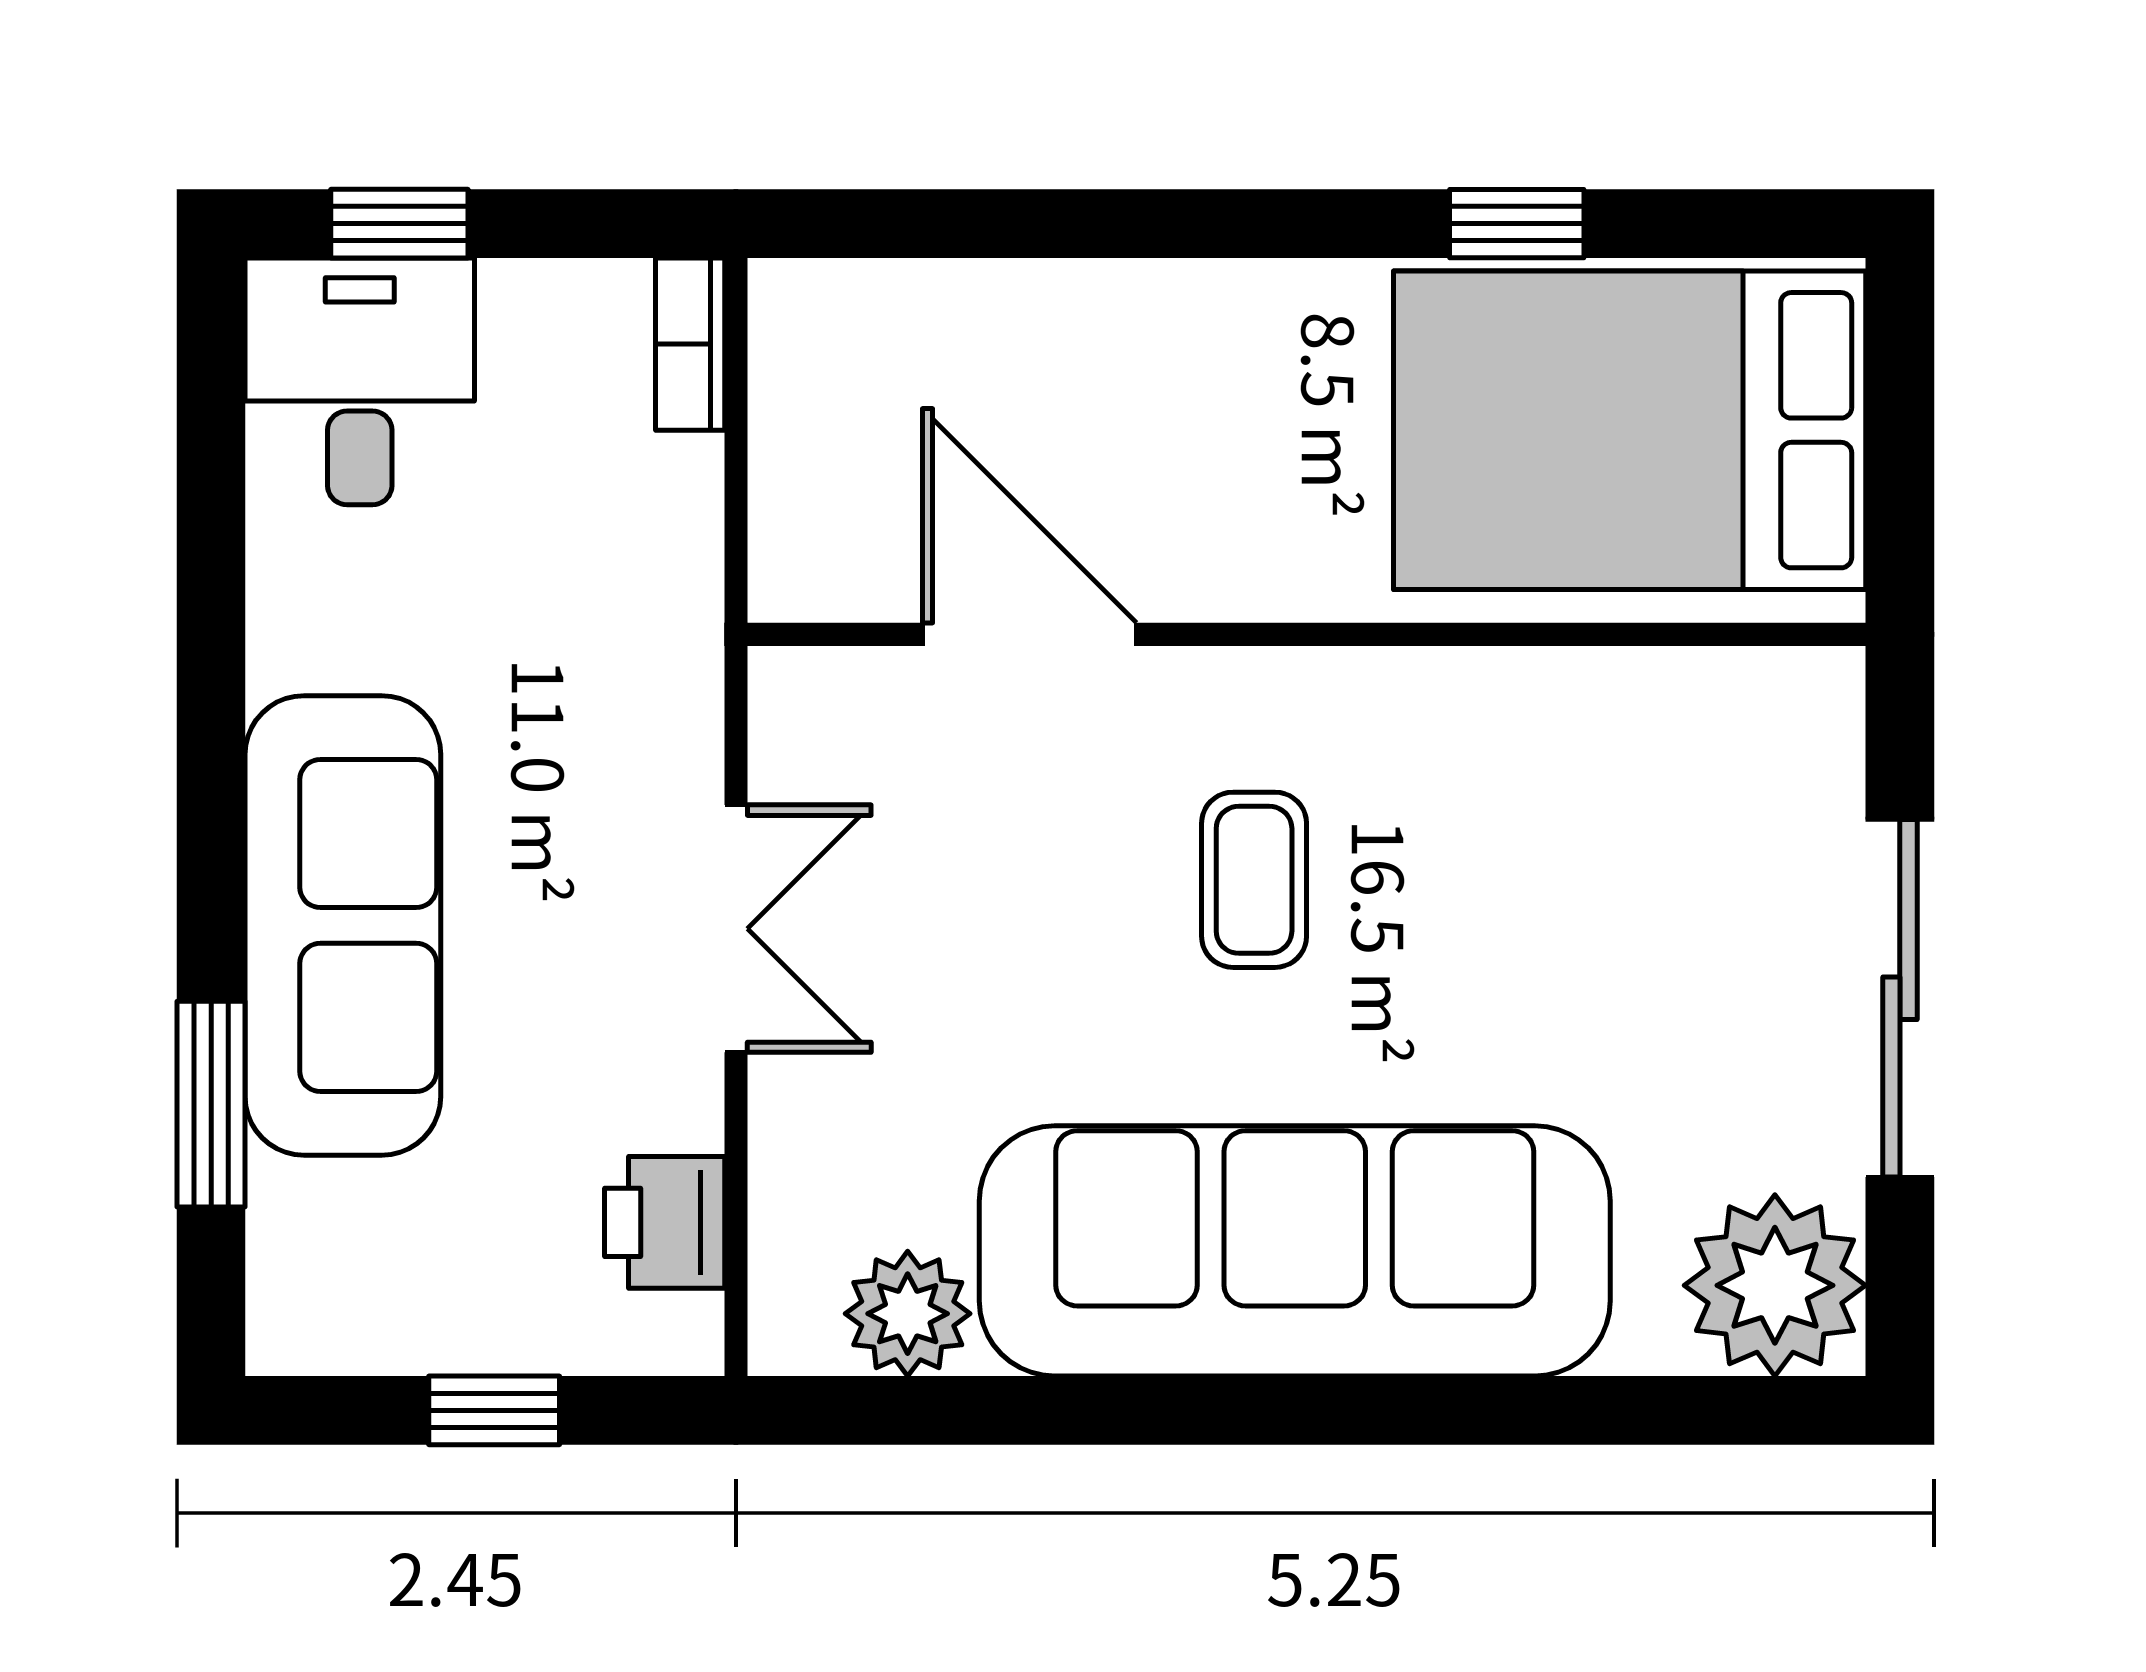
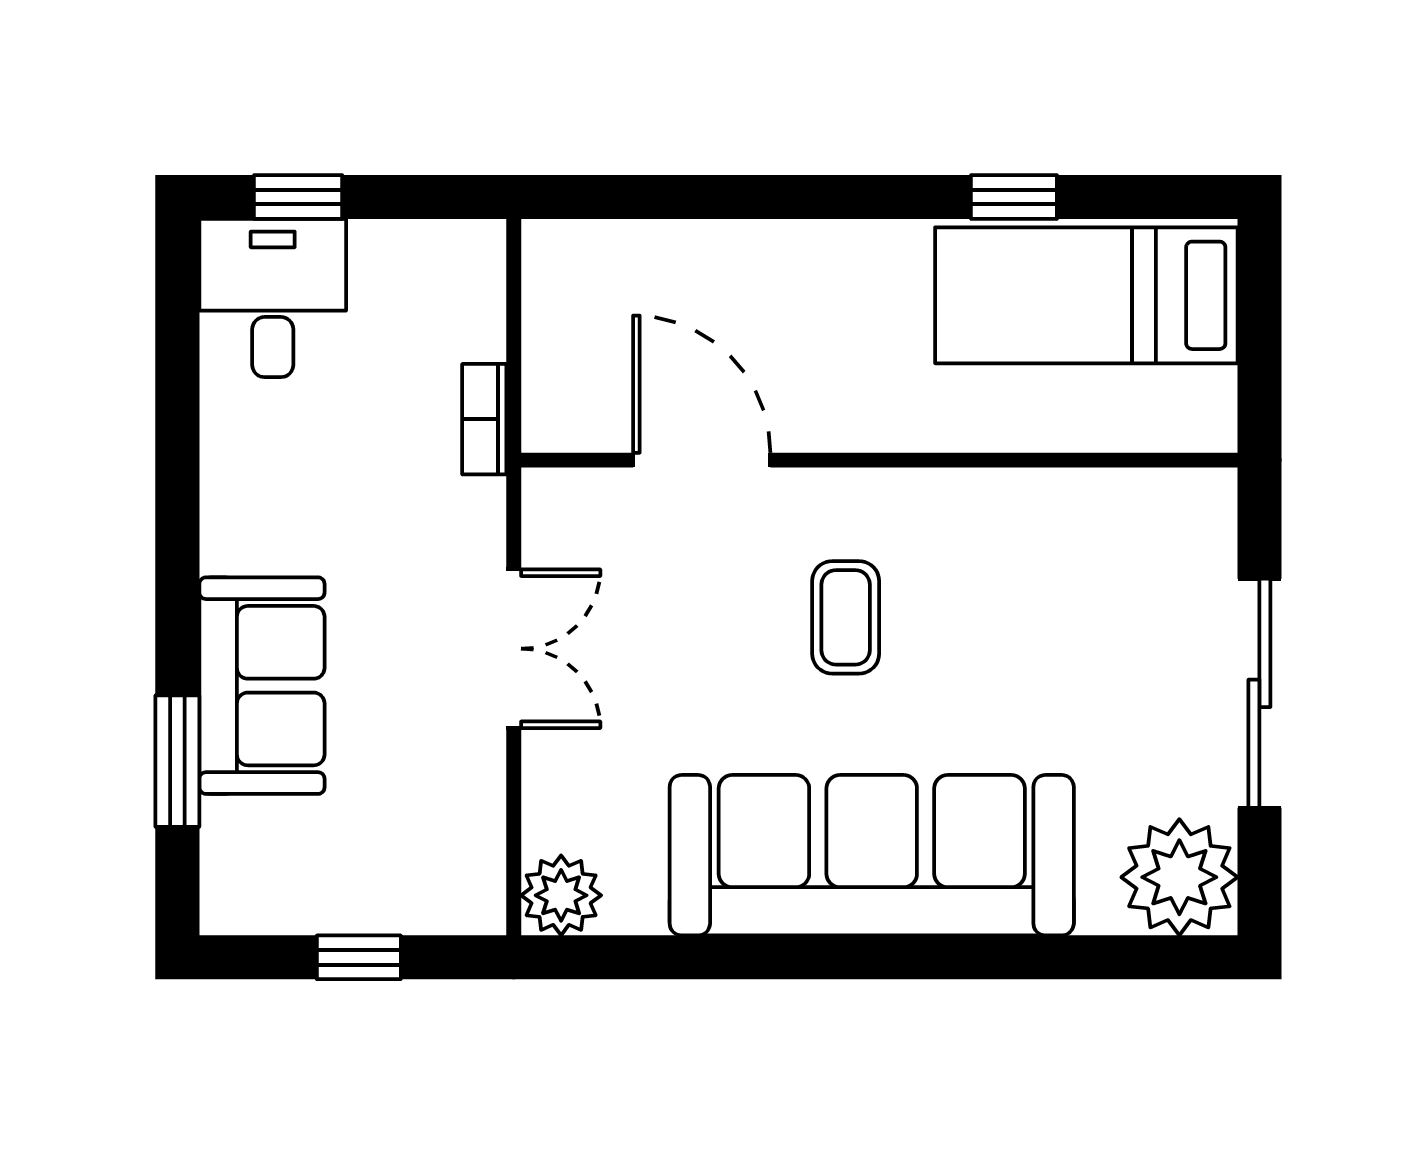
bookcase: (690, 344) -> (484, 419), moved
bed: (1630, 430) -> (1086, 295), width x0.67
sofa: (343, 925) -> (262, 686), width x0.73
printer: (665, 1222) -> (468, 837), removed
plant: (908, 1314) -> (561, 895), moved

